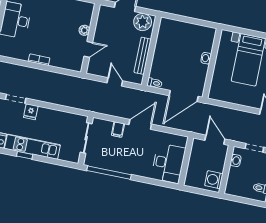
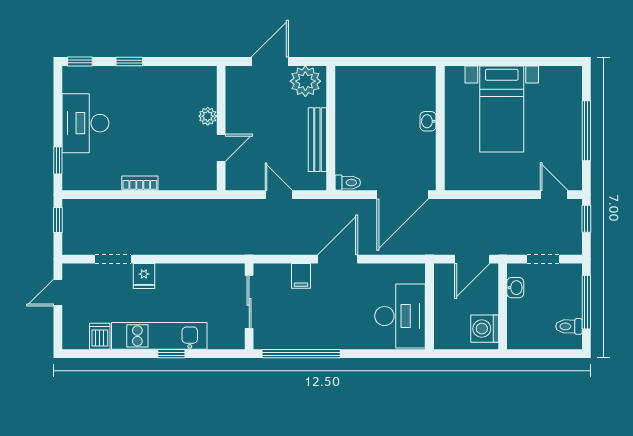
door: (215, 140) -> (472, 259), swing flipped
window: (25, 155) -> (171, 354), moved

